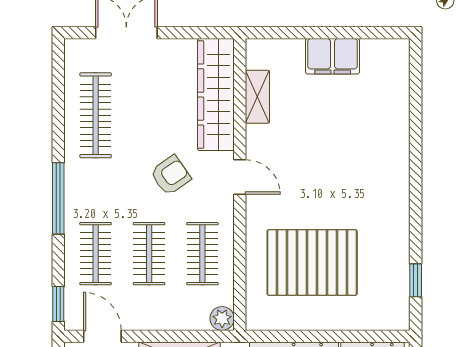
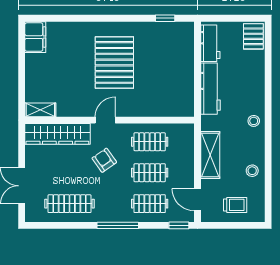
filing cabinet: (333, 56) -> (35, 37), moved
shelving: (257, 97) -> (40, 110), moved
pallet: (312, 262) -> (114, 62), moved
plant: (222, 318) -> (187, 130), removed
door: (102, 336) -> (198, 200), hinge flipped

